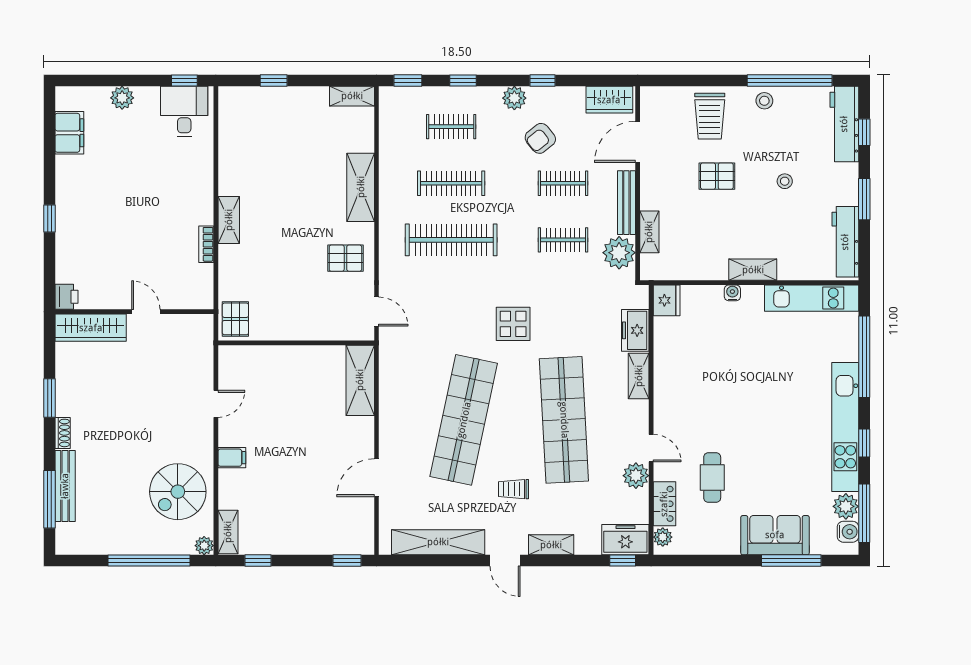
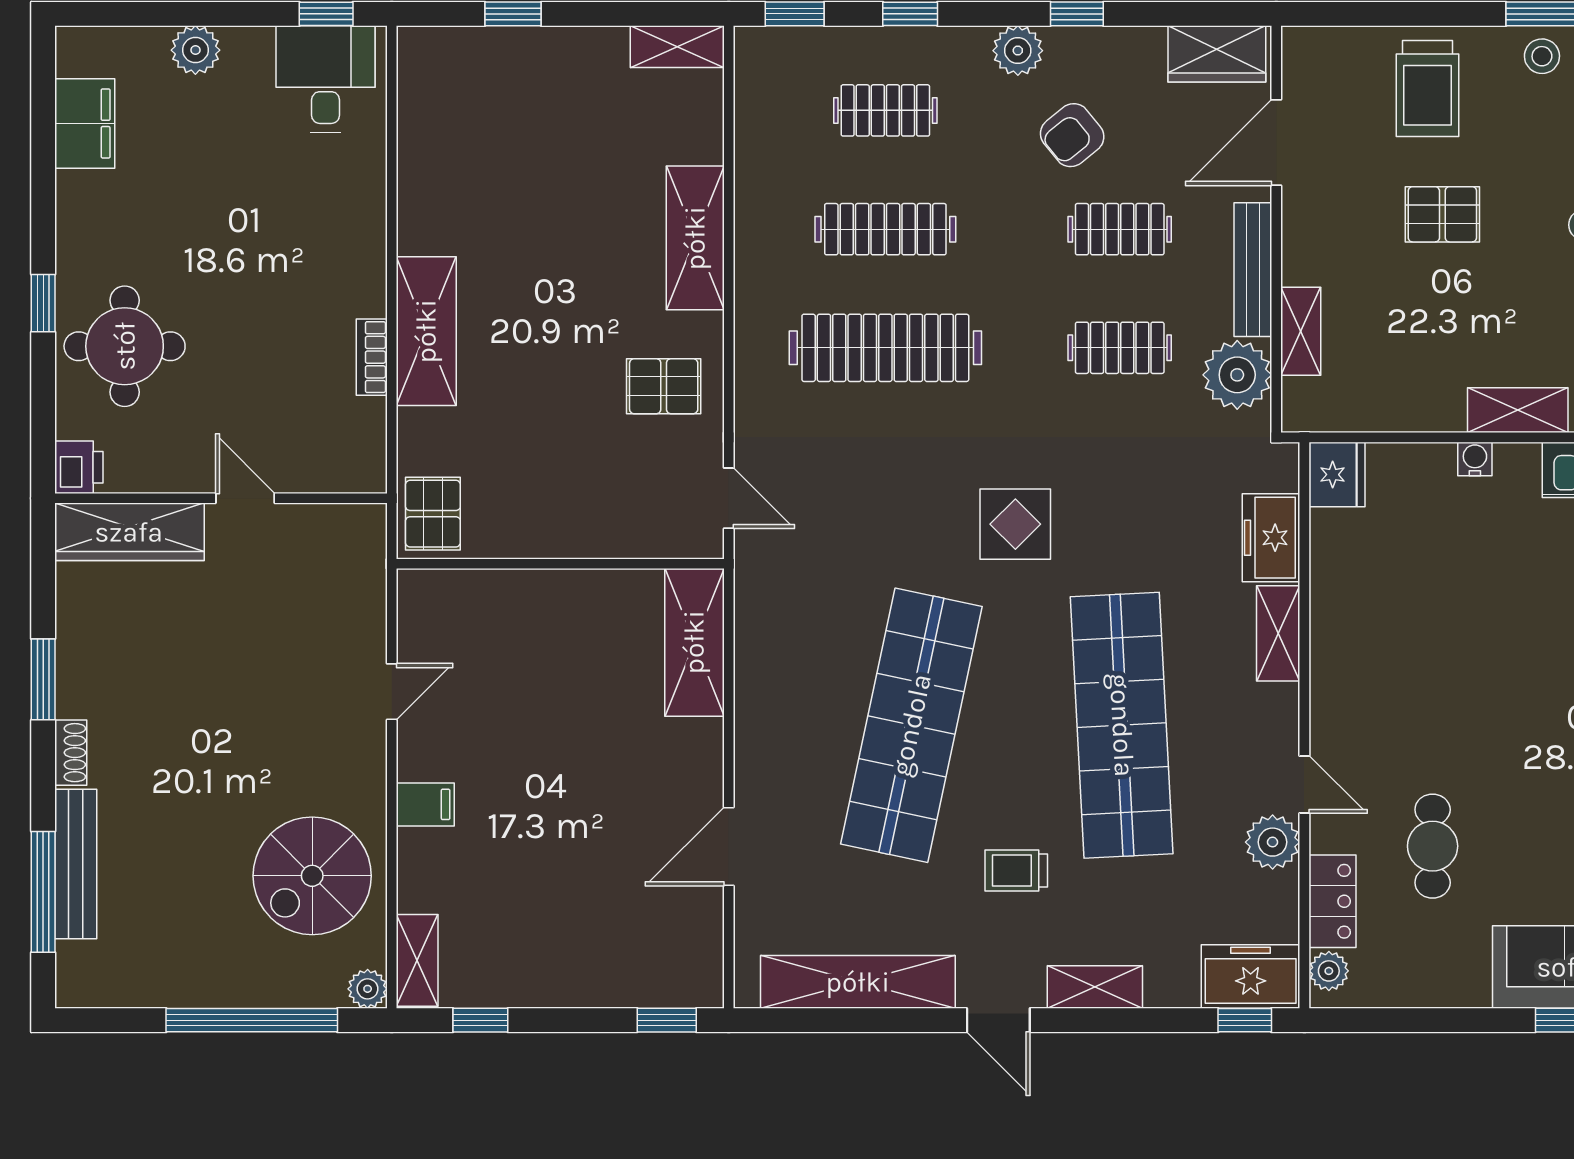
shelving: (229, 220) -> (426, 331), width x1.50, depth x1.33
round table: (88, 239) -> (125, 346), added

